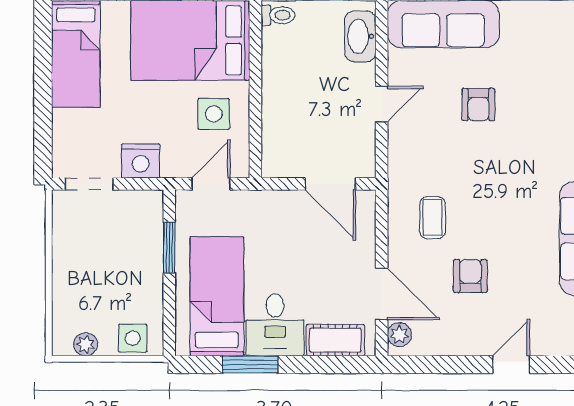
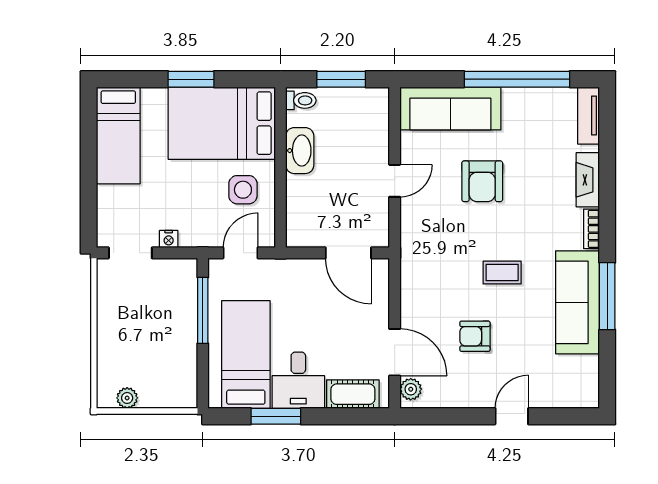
washbasin: (360, 36) -> (300, 151), moved, turned 180
armchair: (478, 105) -> (482, 181), width x1.38, depth x1.38
nightstand: (141, 161) -> (169, 239), width x0.53, depth x0.56
coffee table: (433, 218) -> (502, 273), moved, turned 90
window: (169, 247) -> (203, 310), width x1.44
armchair: (470, 276) -> (475, 336), turned -90
side table: (133, 338) -> (170, 392), removed

